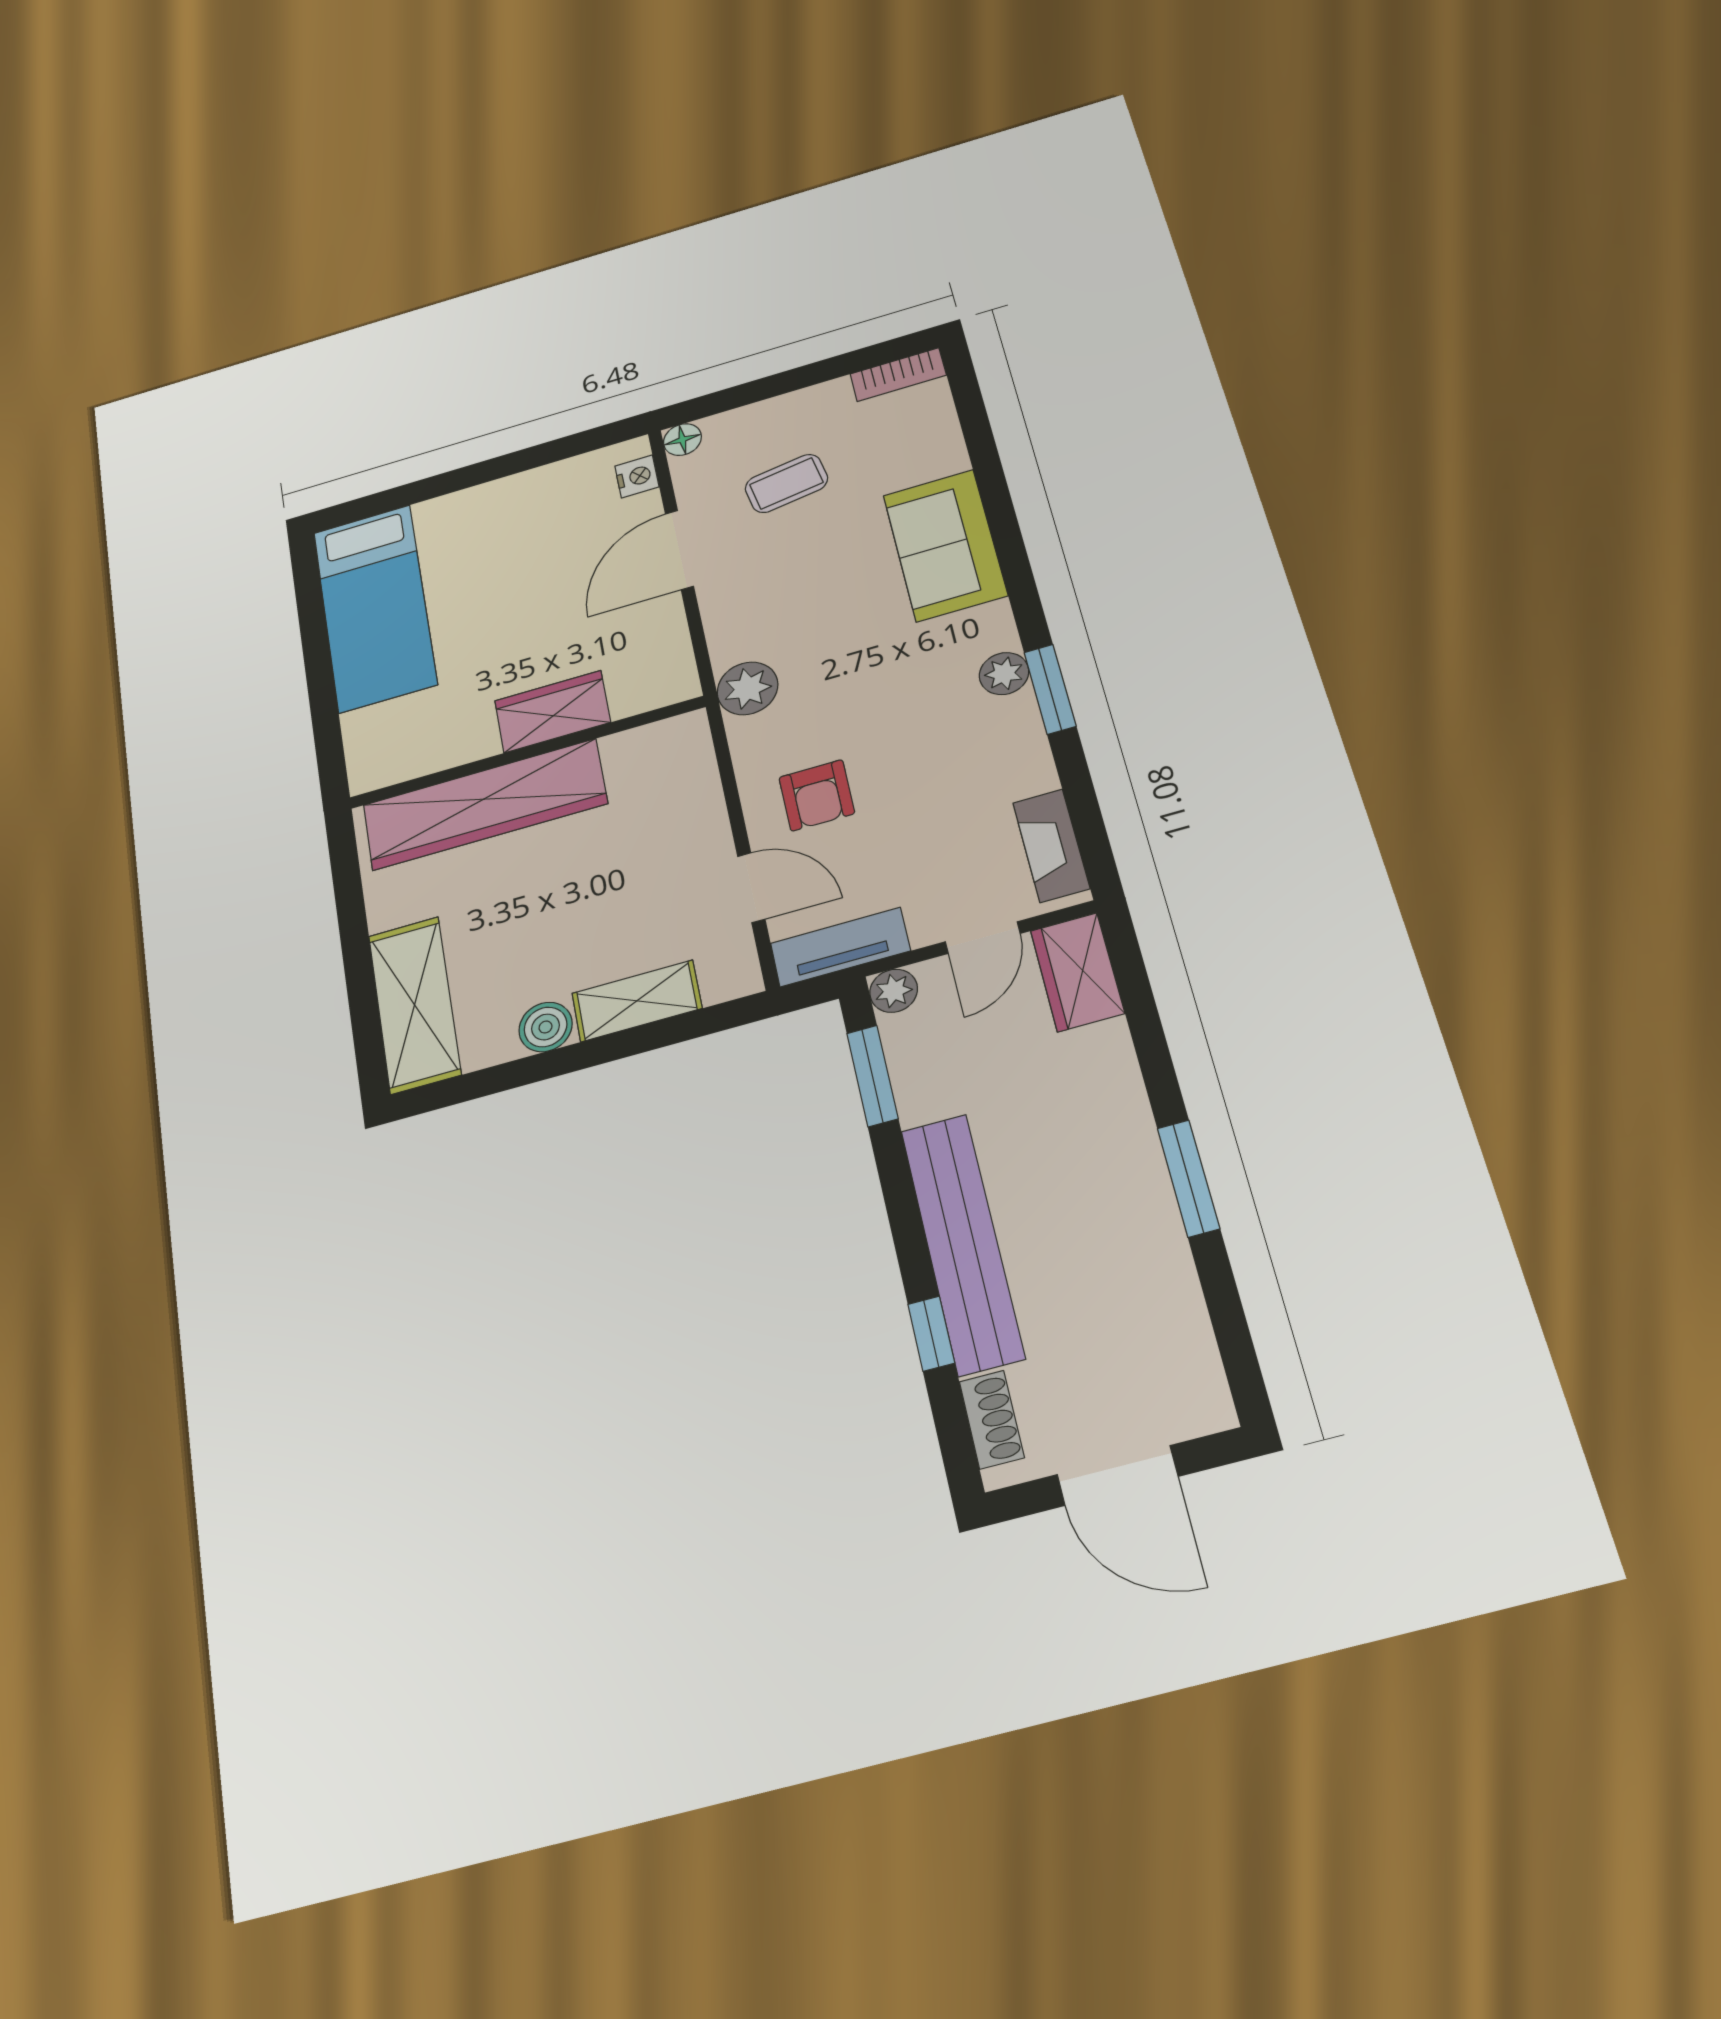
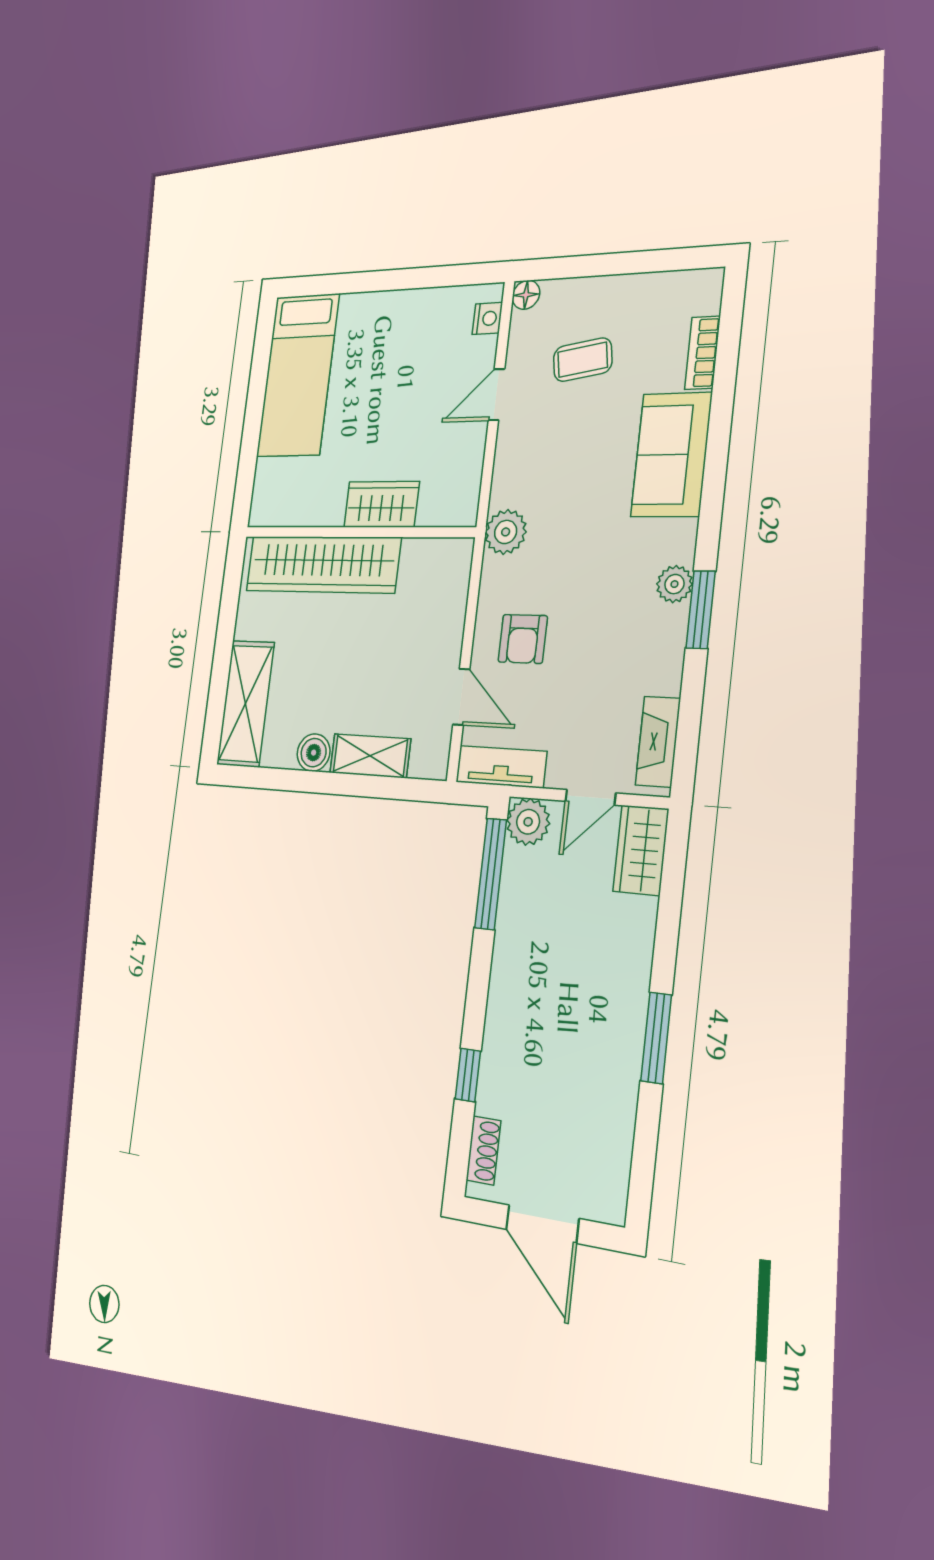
bookcase: (898, 375) -> (703, 353), moved, turned 90
door: (679, 550) -> (496, 395), width x0.73
plant: (894, 991) -> (528, 822), width x1.38, depth x1.38
window: (872, 1076) -> (491, 874), width x1.44
bench: (962, 1243) -> (505, 1020), removed

